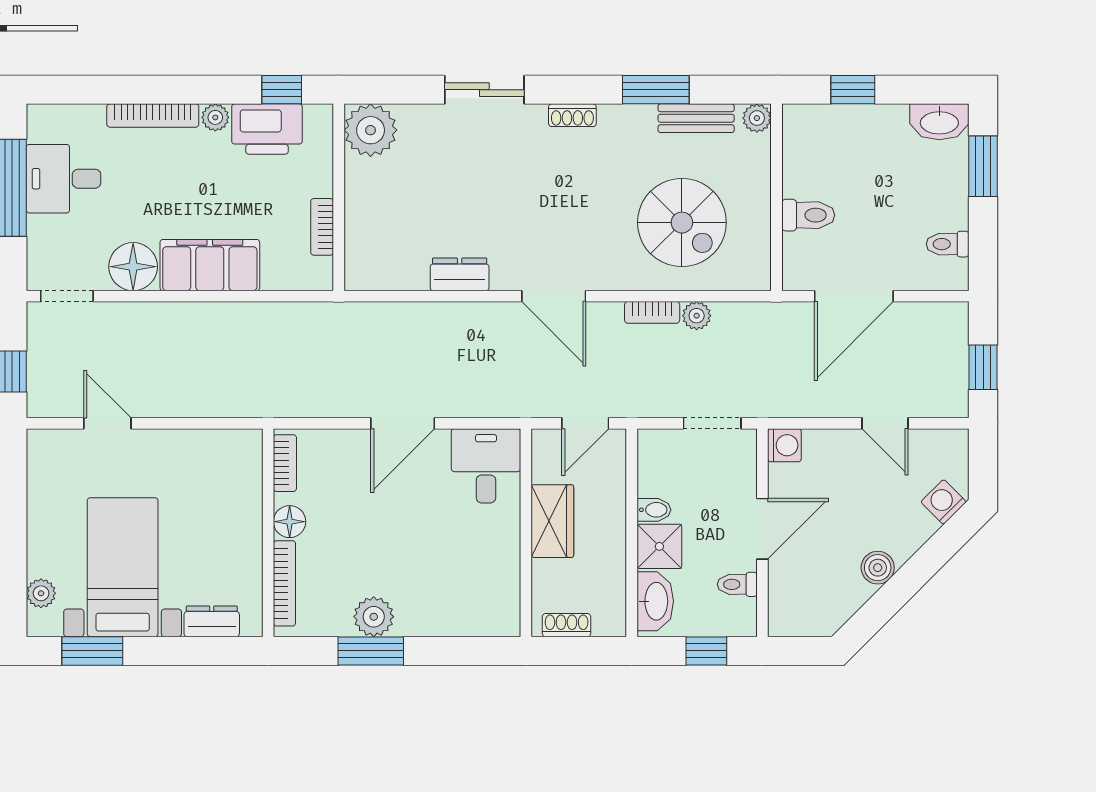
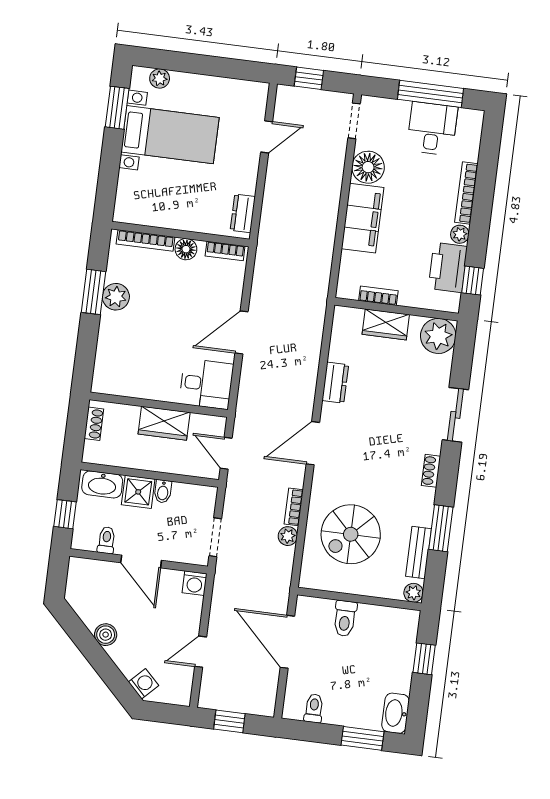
wardrobe: (363, 210) -> (386, 324), added
door: (403, 423) -> (242, 332), hinge flipped
dresser: (212, 621) -> (243, 213), moved, turned 180

